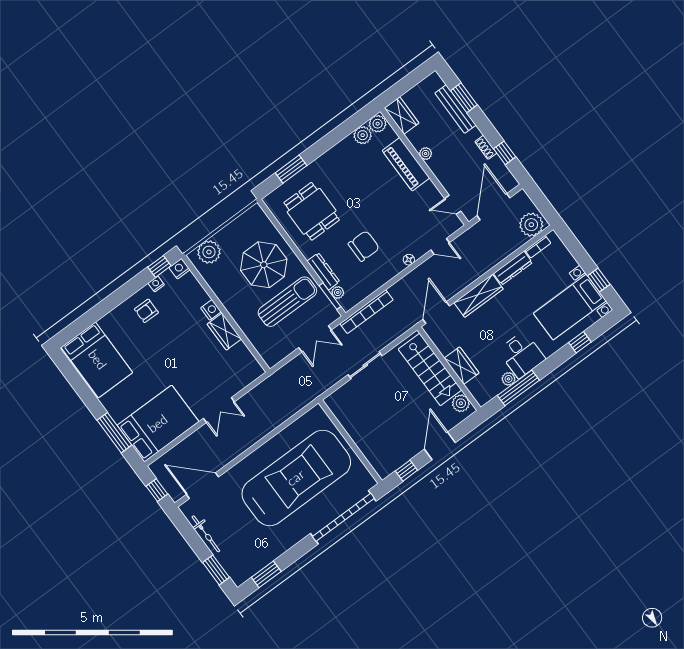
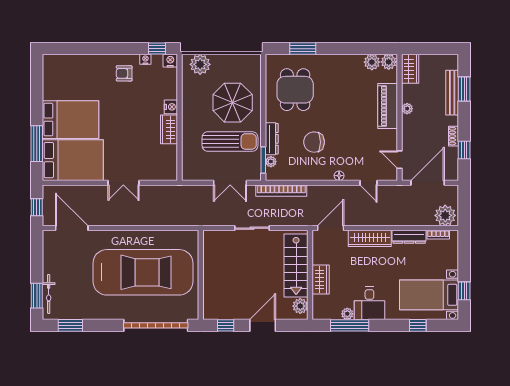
chair: (364, 246) -> (314, 142), turned 180
bed: (97, 360) -> (71, 120), moved, turned -90
bicycle: (206, 534) -> (49, 294), moved

